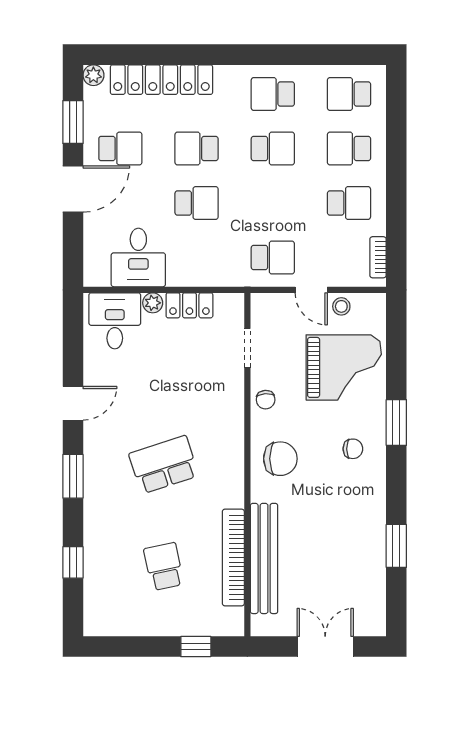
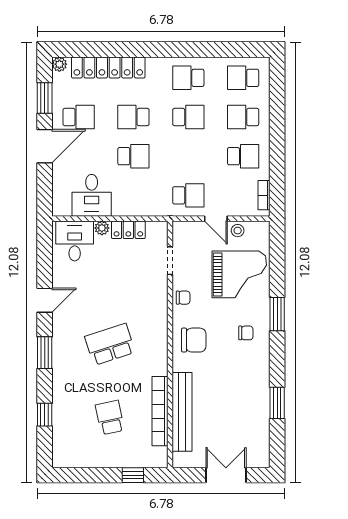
chair: (266, 400) -> (183, 298), turned -86

